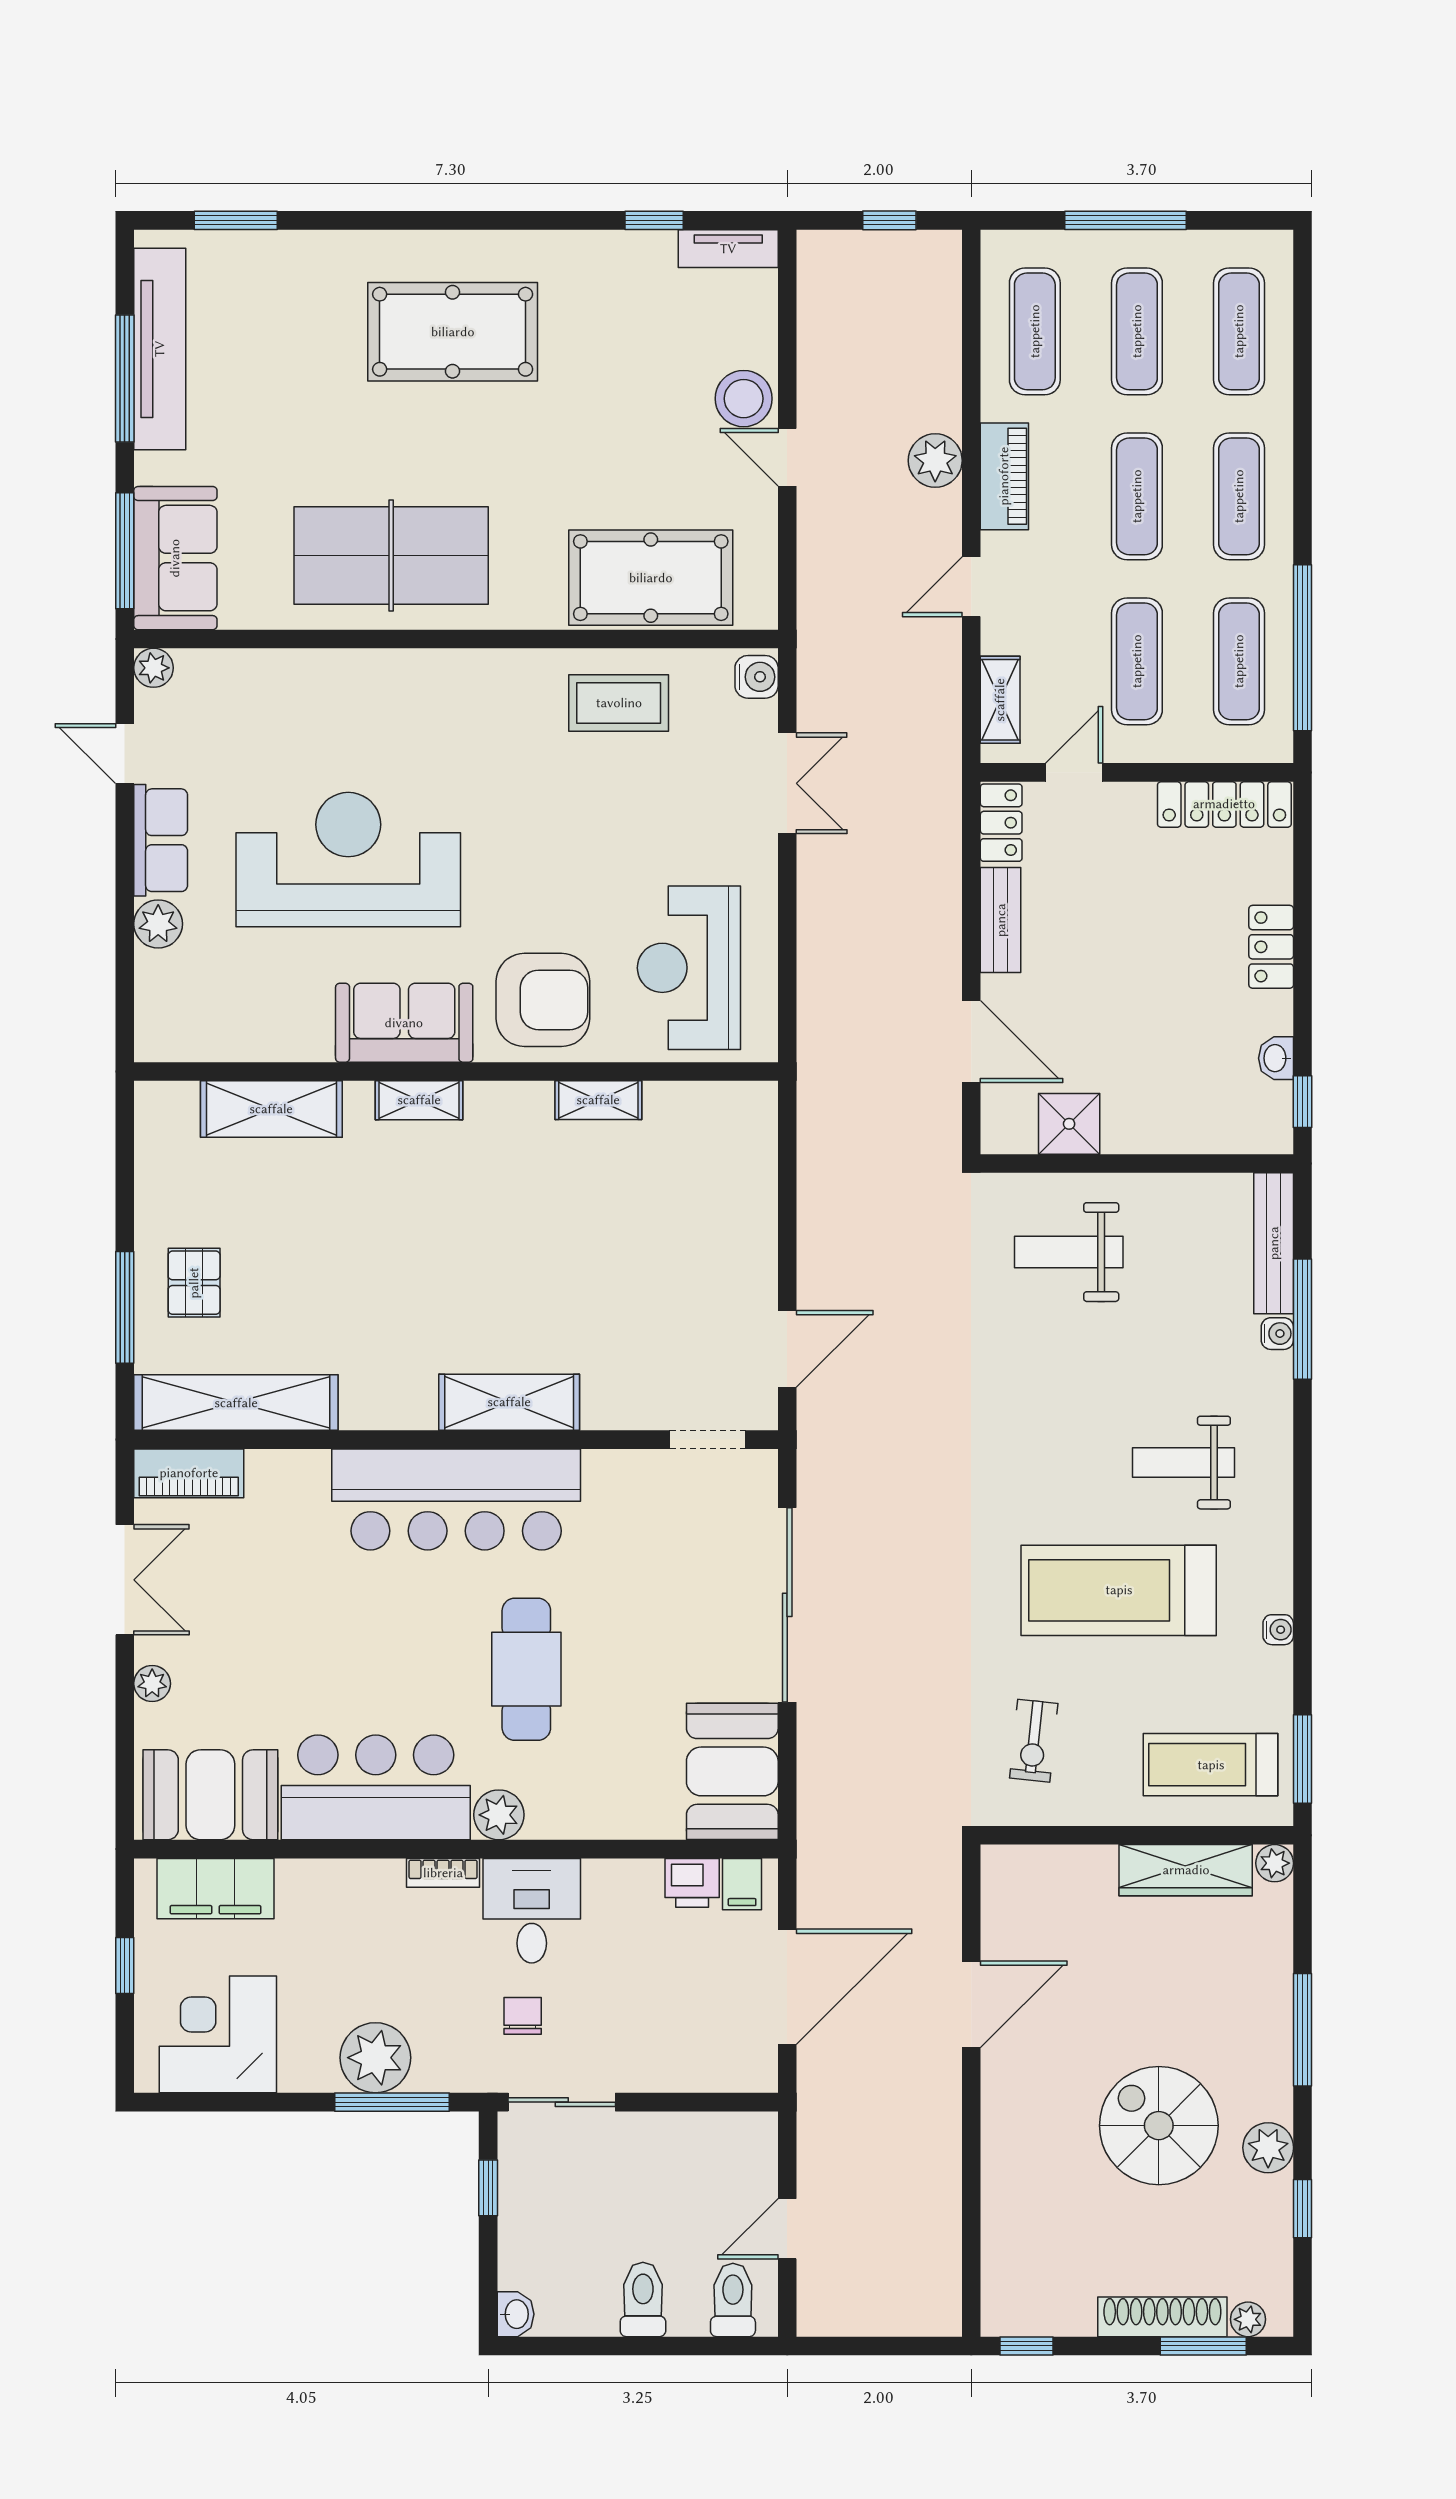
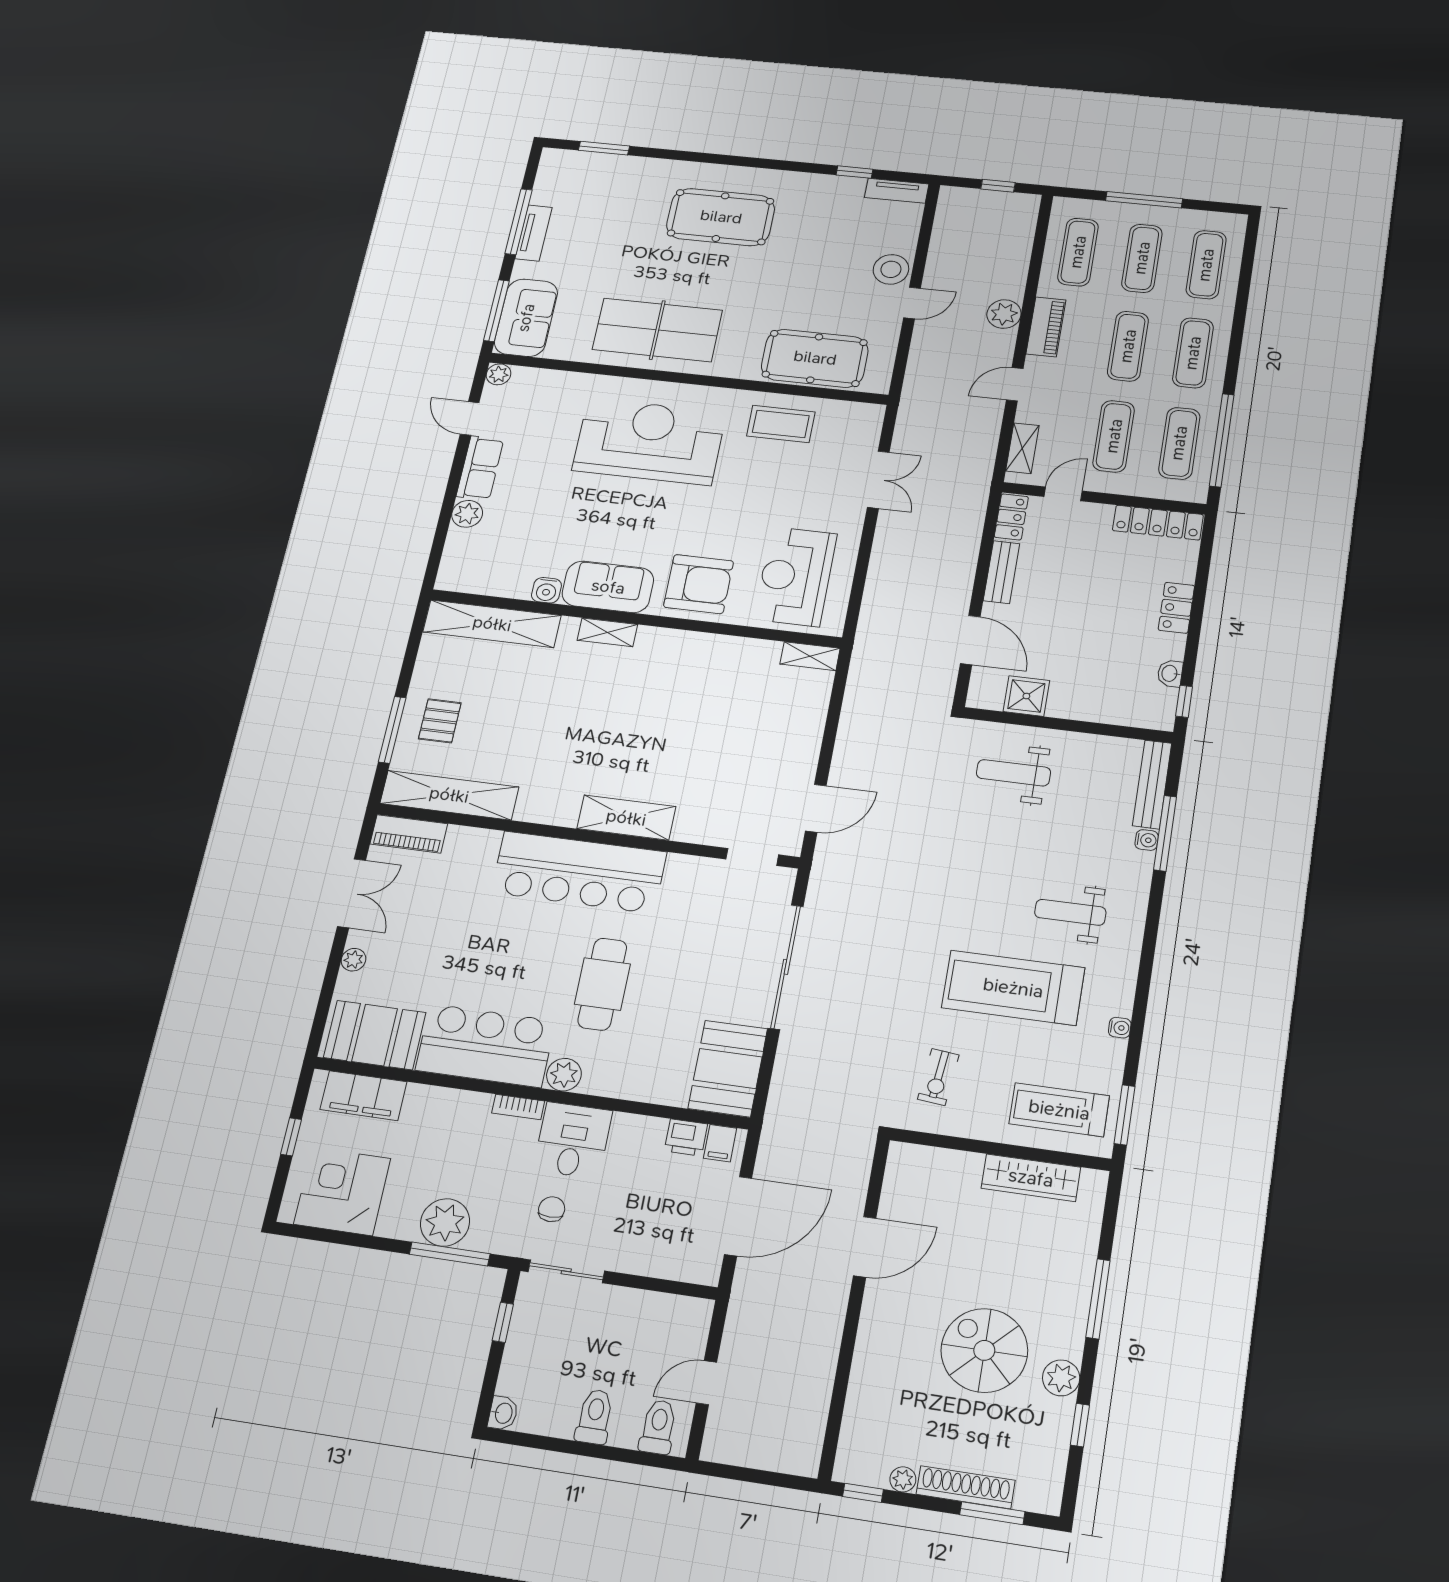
tv unit: (160, 349) -> (534, 233), width x0.52, depth x0.78
door: (787, 457) -> (912, 303), swing flipped
water cooler: (757, 677) -> (546, 590), moved, turned 90
reception desk: (348, 860) -> (649, 441), moved
shelving: (598, 1100) -> (810, 656), moved
shelving: (271, 1109) -> (492, 624), width x1.47
plant: (1275, 1863) -> (1095, 1182), removed
plant: (1248, 2319) -> (903, 1479), moved

